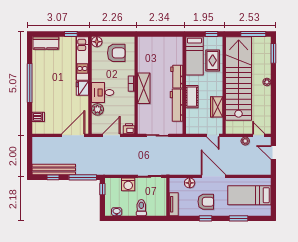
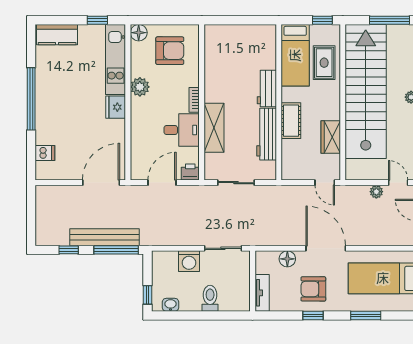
shelving: (144, 88) -> (214, 128), moved
desk: (103, 92) -> (182, 130), moved, turned 180
plant: (97, 109) -> (140, 87), moved
bench: (54, 169) -> (105, 237), moved
window: (102, 189) -> (148, 295), moved
armchair: (206, 202) -> (313, 289), turned 180

